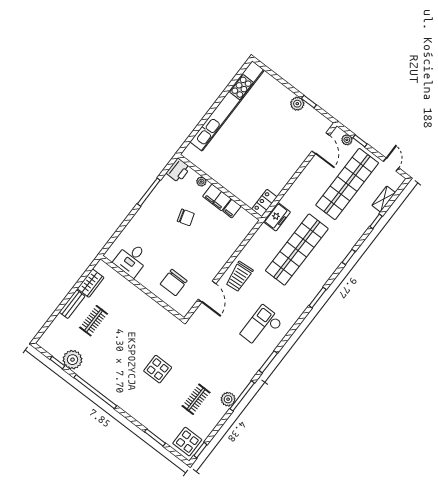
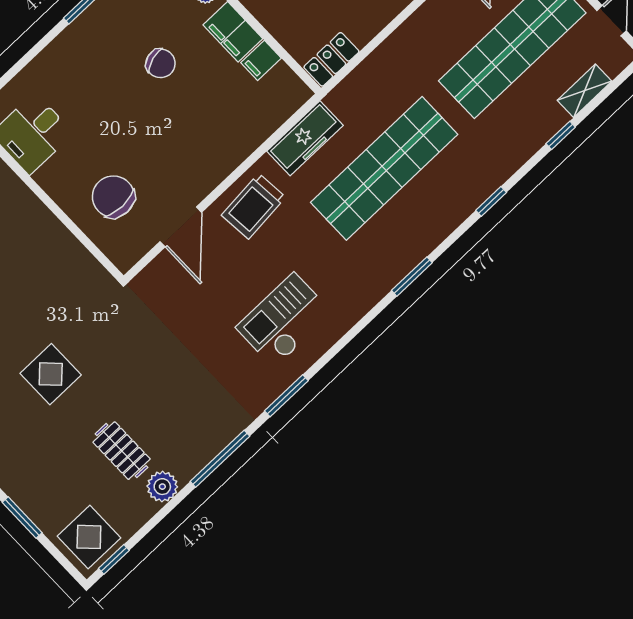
freezer: (277, 217) -> (305, 138), moved, width x1.40
chair: (174, 282) -> (113, 197), turned 90
clothes rail: (196, 399) -> (122, 451), turned 90
plant: (228, 399) -> (162, 487), moved

